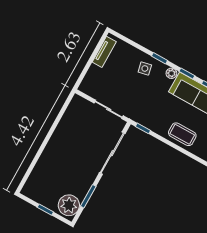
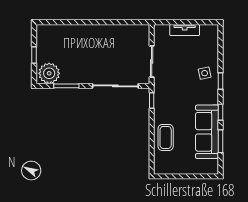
tv unit: (104, 52) -> (185, 30), moved
plant: (171, 73) -> (213, 99), removed

